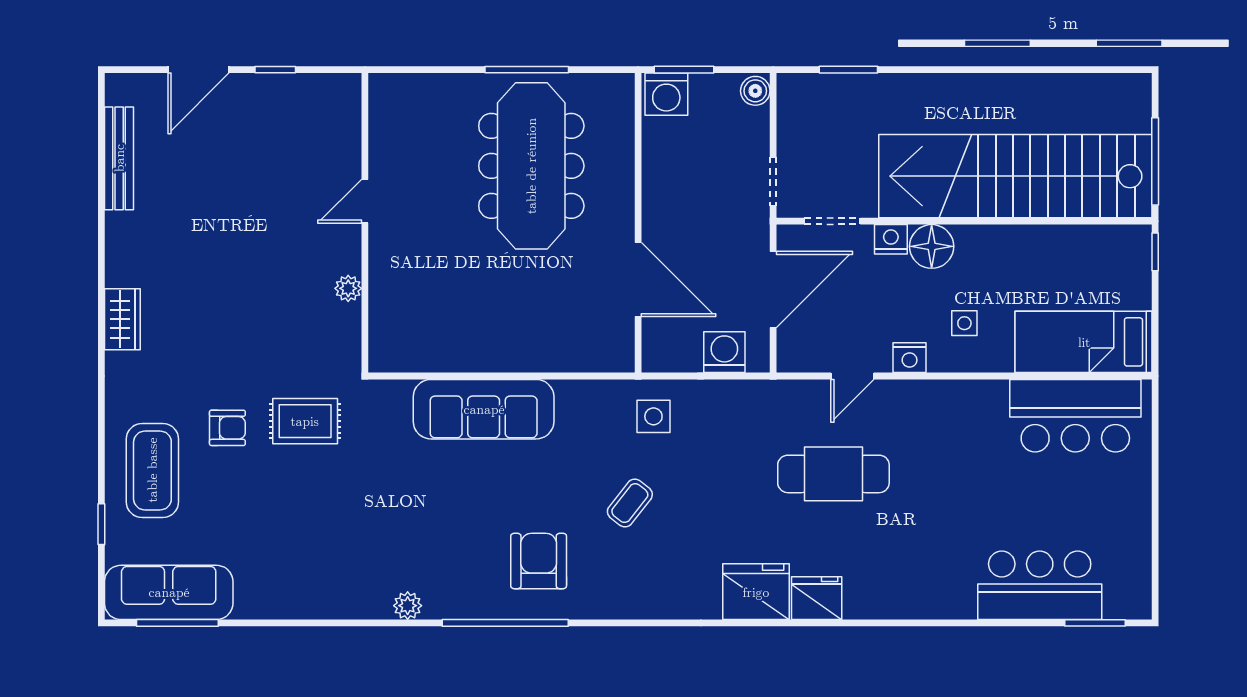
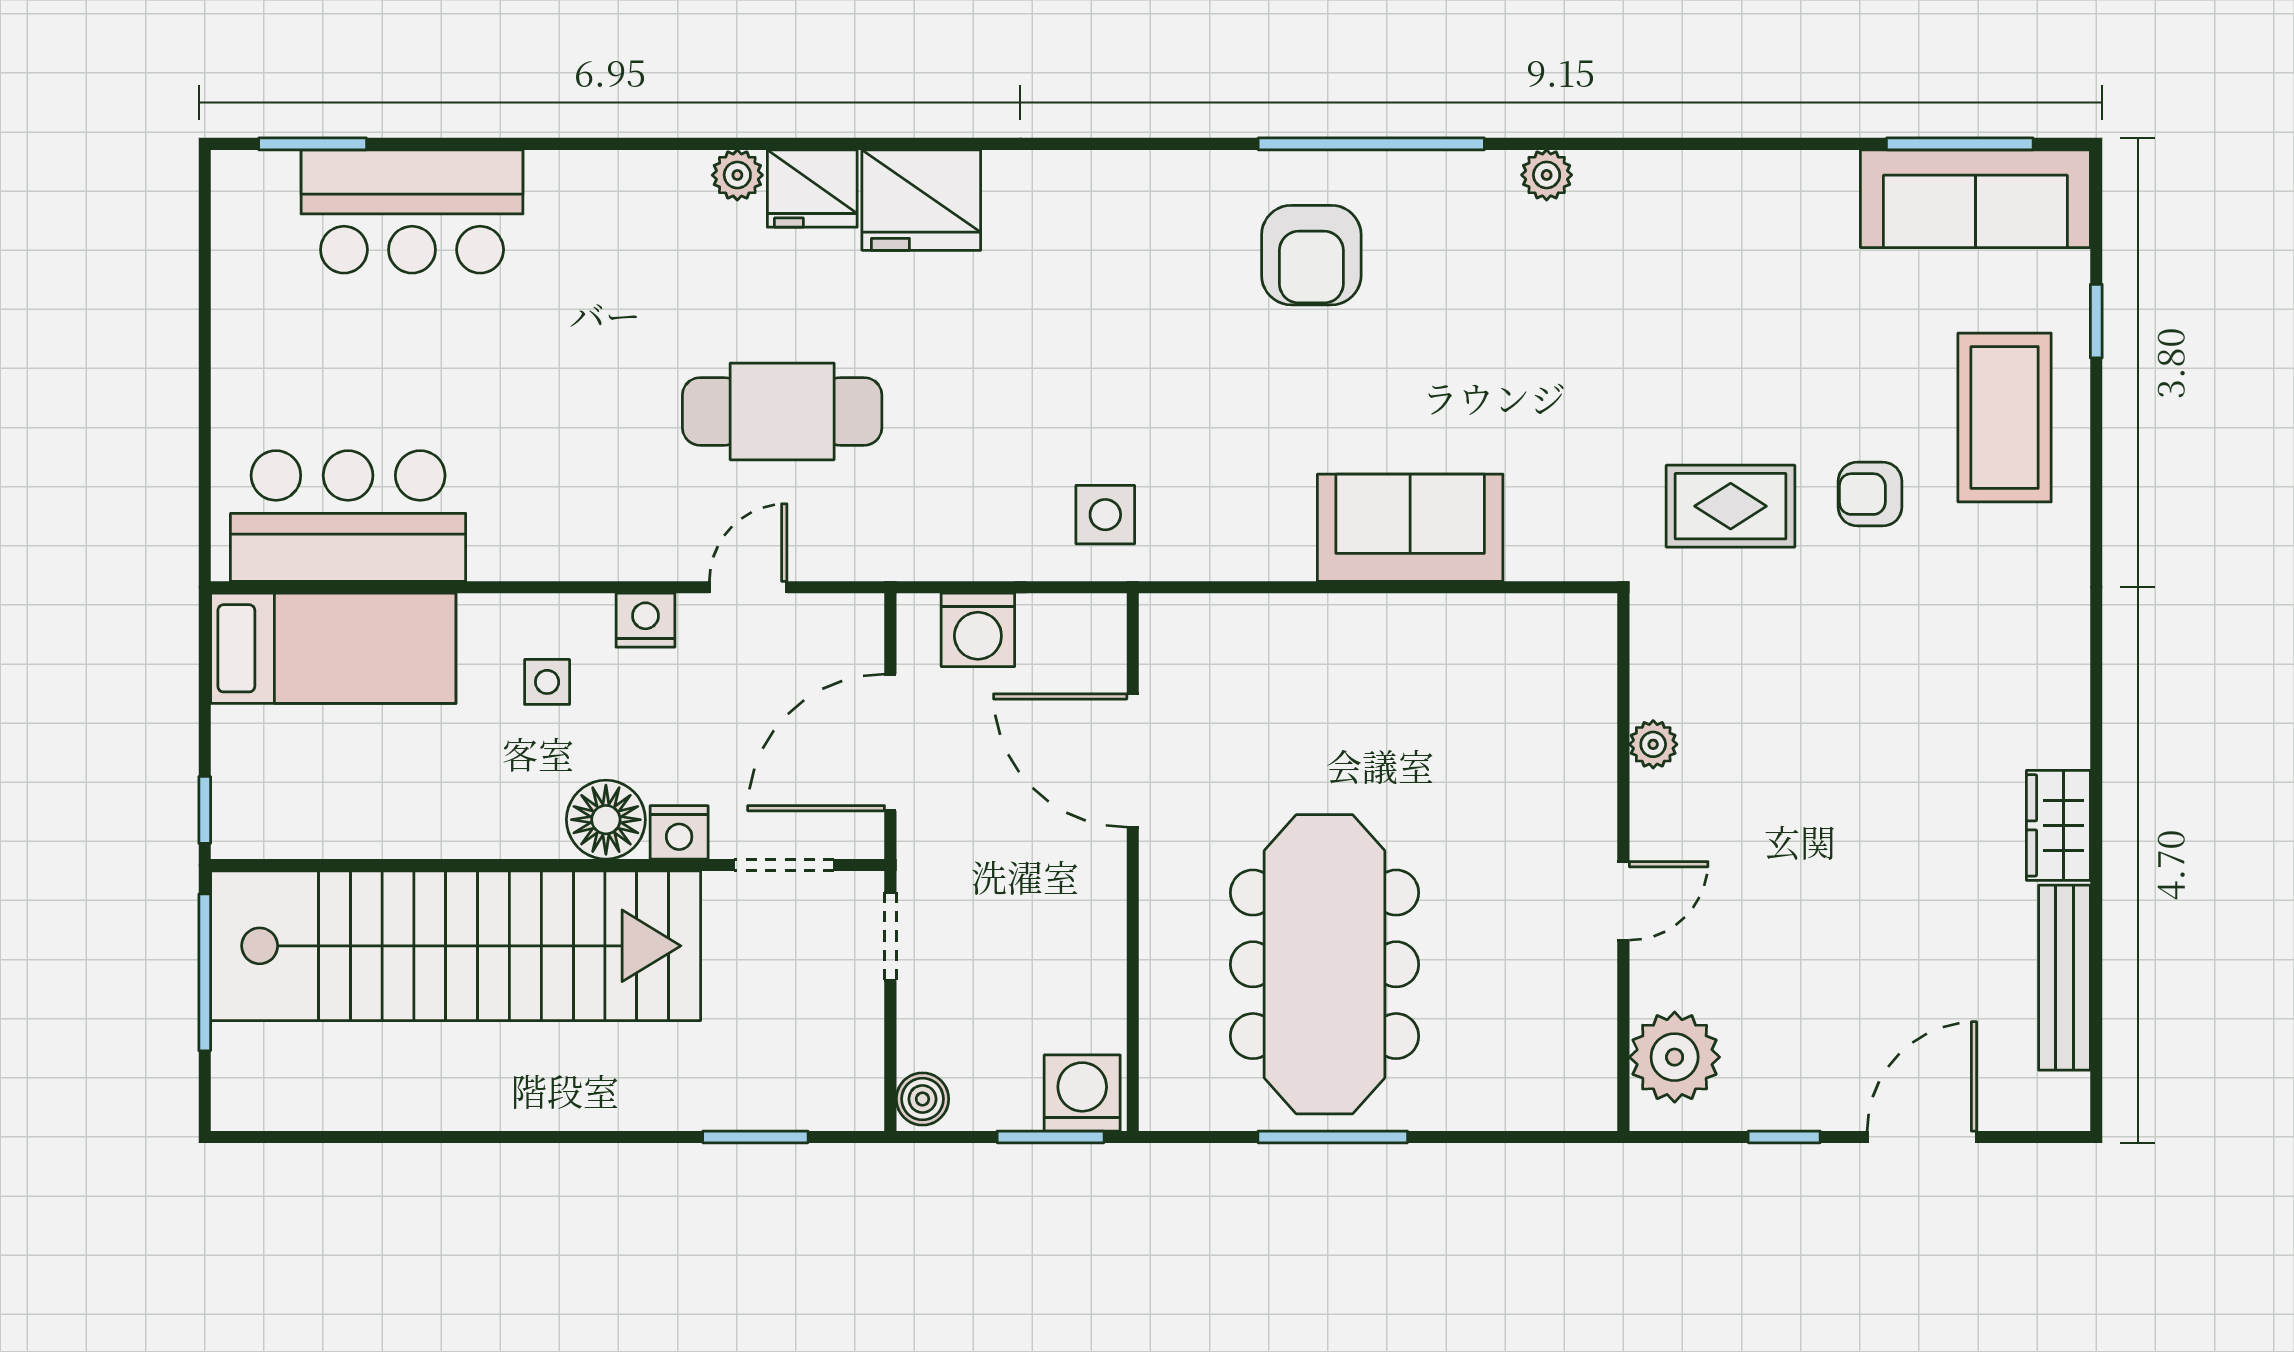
plant: (336, 114) -> (1675, 1057), added
wardrobe: (122, 319) -> (2058, 825), moved
sofa: (484, 409) -> (1410, 528), width x0.73
coffee table: (630, 503) -> (1148, 359), removed
plant: (858, 606) -> (737, 175), added

